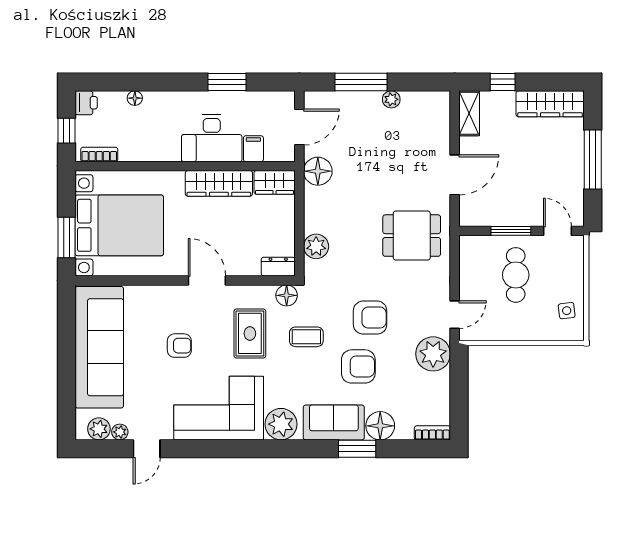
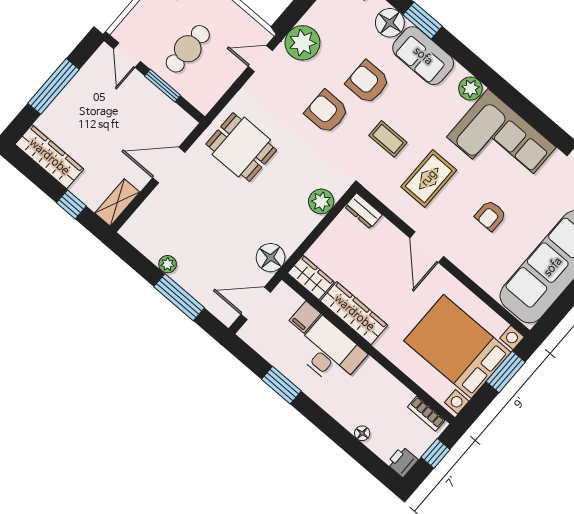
floor lamp: (287, 295) -> (376, 183), removed
armchair: (179, 346) -> (490, 215), turned -90
plant: (281, 424) -> (470, 88), width x0.73, depth x0.73

